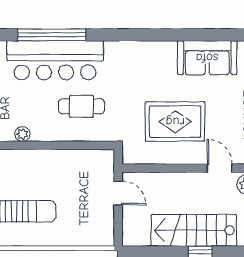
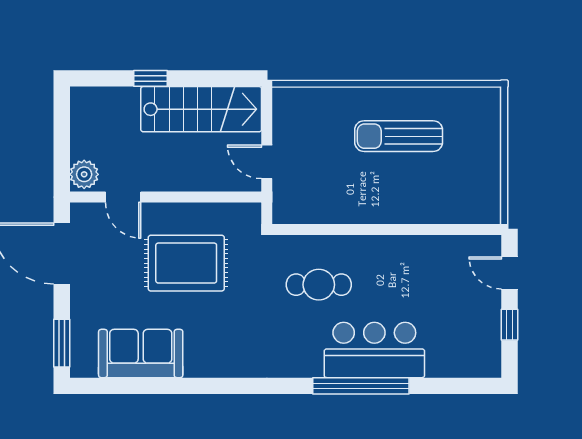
bar counter: (55, 60) -> (374, 350), width x0.73
plant: (22, 134) -> (402, 245), removed
stairs: (194, 230) -> (201, 109), moved

